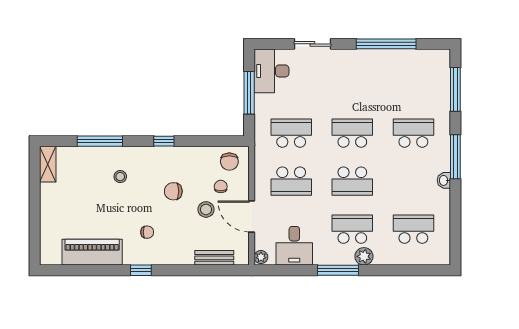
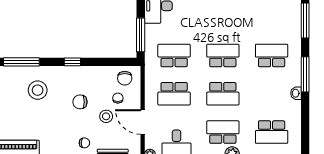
window: (249, 93) -> (141, 35), moved
stool: (120, 177) -> (38, 90), width x1.89, depth x1.89
school desk: (413, 229) -> (272, 132), turned 180
chair: (147, 232) -> (84, 143), moved

